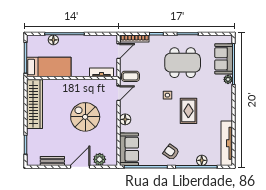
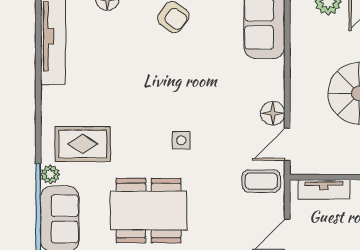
rug: (188, 111) -> (83, 144), moved, turned 90
floor lamp: (125, 119) -> (273, 113), moved

